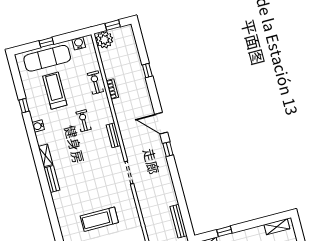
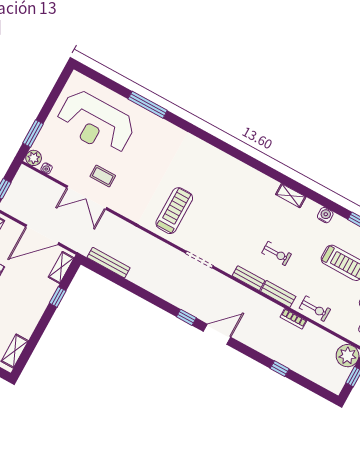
exercise bike: (84, 121) -> (277, 253), moved
bench: (52, 179) -> (278, 294), moved
treadmill: (99, 219) -> (174, 211), moved

